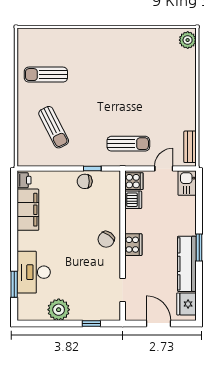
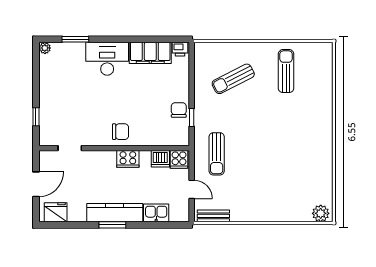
kitchen sink: (187, 183) -> (156, 213), moved
chair: (106, 239) -> (121, 132), turned 144
cooker: (133, 245) -> (128, 159), moved
kitchen counter: (187, 264) -> (115, 213), moved
desk: (34, 272) -> (107, 59), moved
plant: (59, 310) -> (45, 48), moved, width x0.53, depth x0.53

